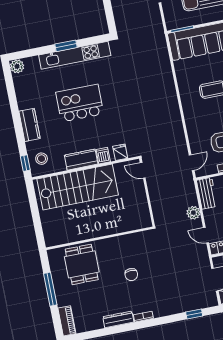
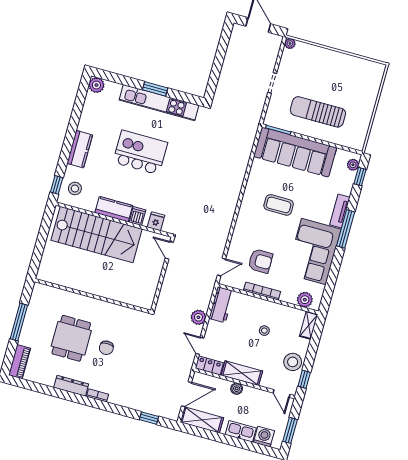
dining table: (82, 264) -> (71, 338), moved

